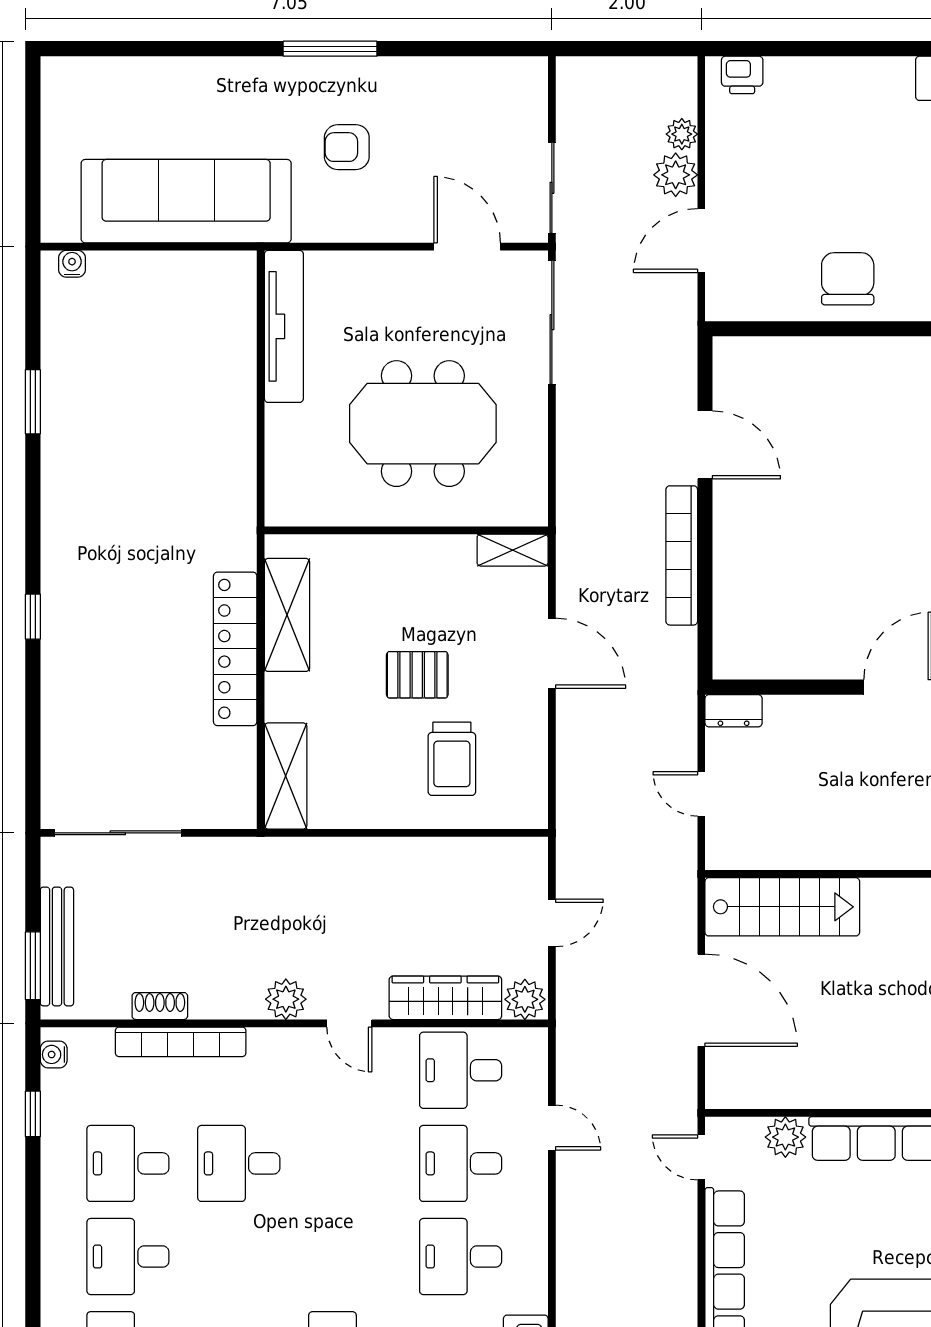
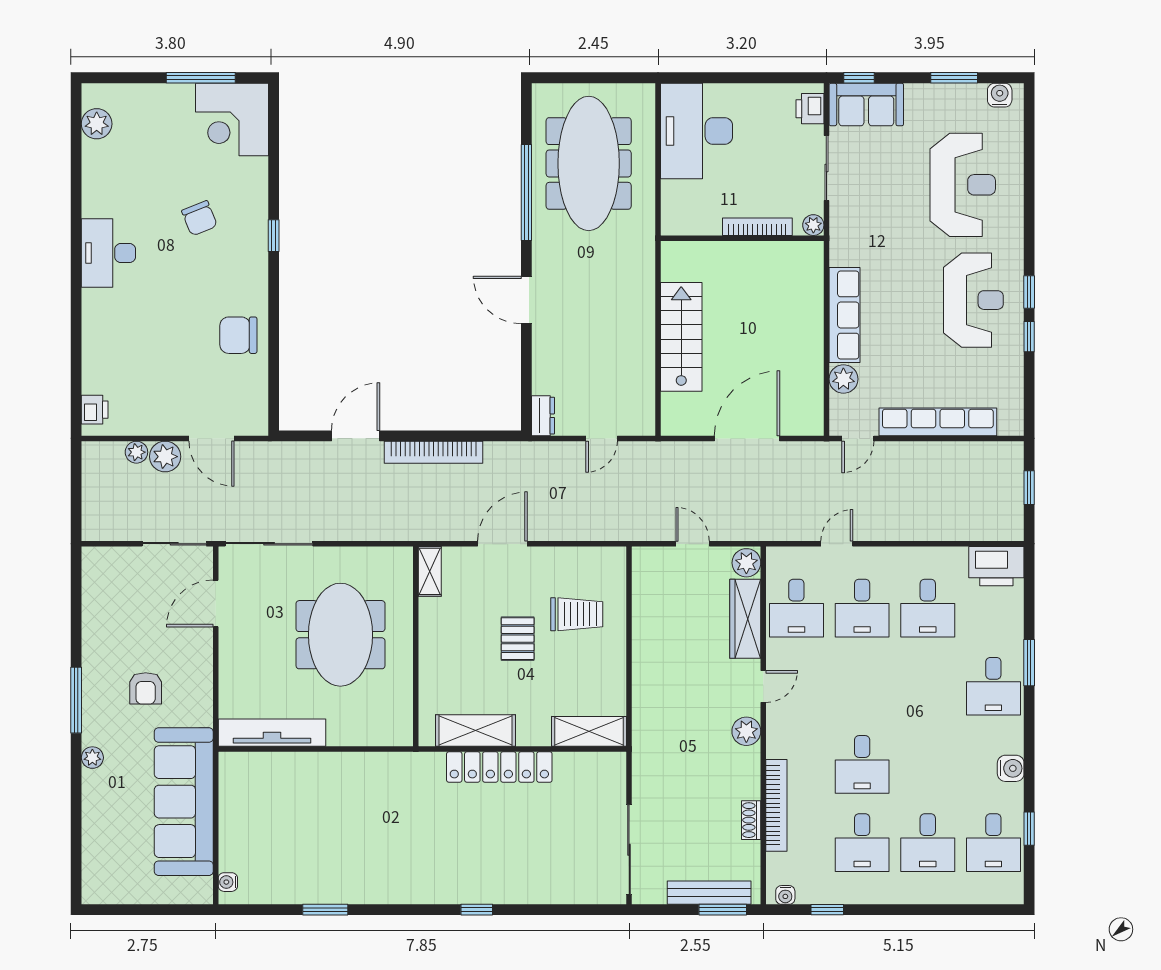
plant: (249, 72) -> (92, 758), added
stairs: (782, 907) -> (681, 337), moved

